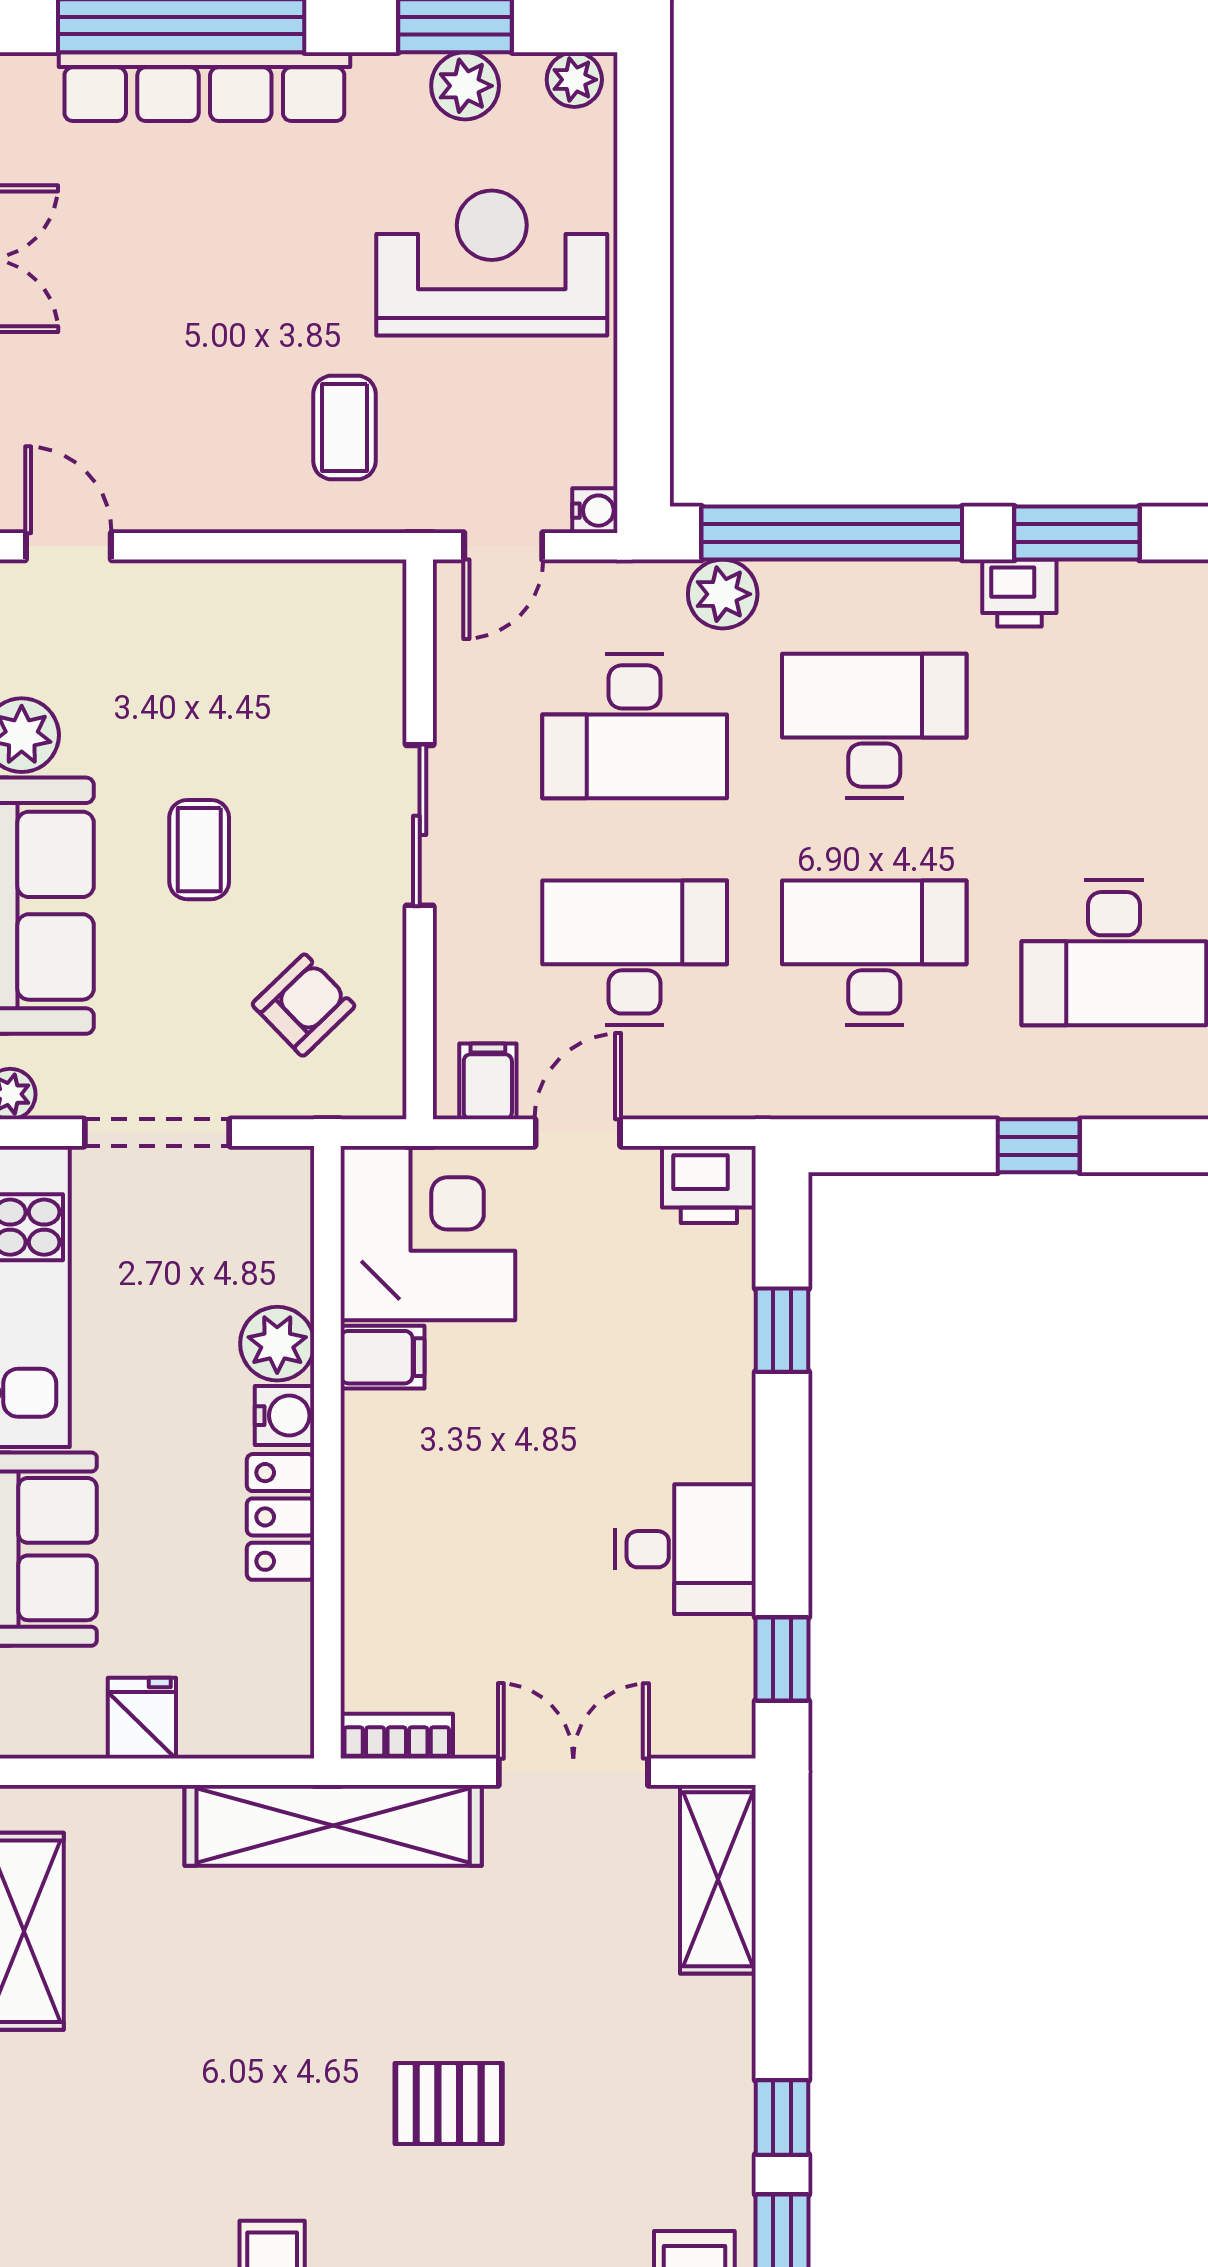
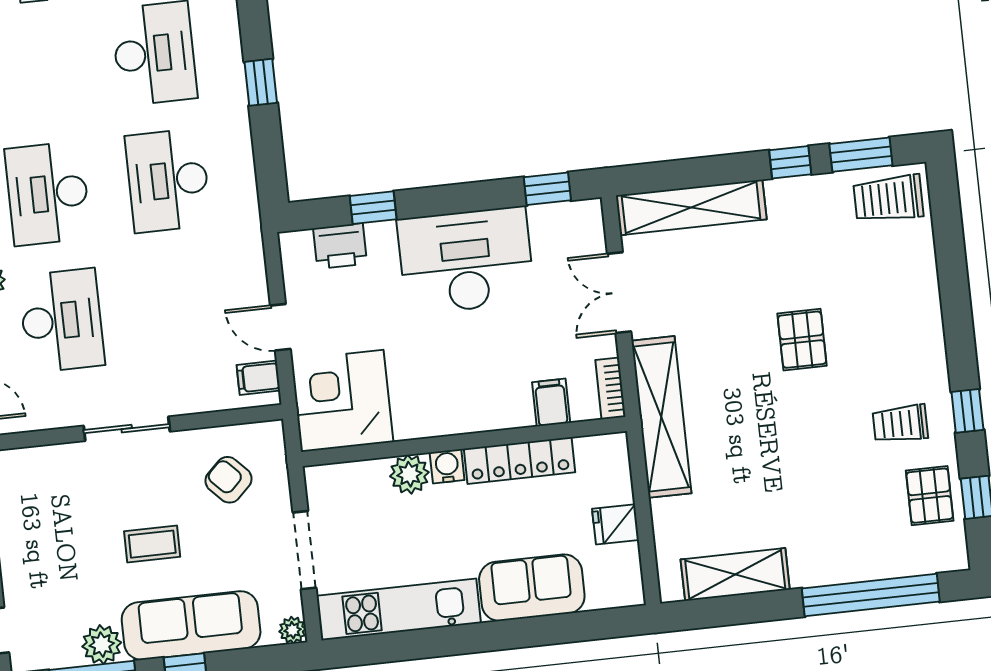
desk: (635, 953) -> (182, 307), removed
printer: (709, 1184) -> (340, 246), moved, turned 90
filing cabinet: (382, 1357) -> (551, 402), moved
locker: (281, 1517) -> (520, 460), width x1.53
desk: (686, 1549) -> (466, 261), width x1.87, depth x1.30
shelving: (718, 1879) -> (691, 207), width x1.47

